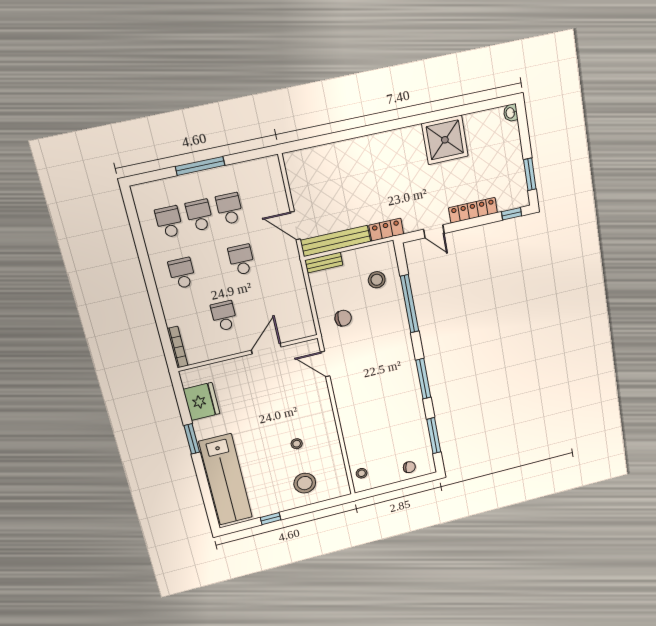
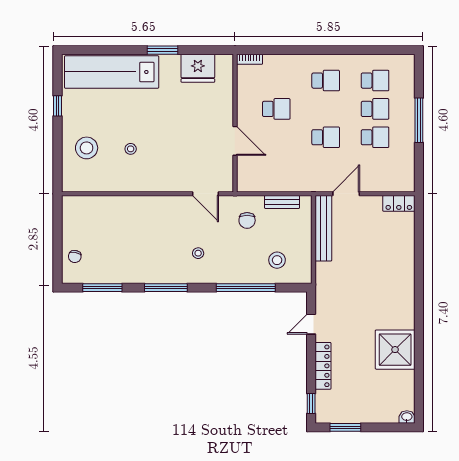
locker: (386, 230) -> (399, 203), moved, turned 90
bench: (324, 263) -> (282, 202), moved, turned 90
bookcase: (178, 347) -> (249, 59), width x0.64
door: (325, 364) -> (205, 194), swing flipped
stool: (362, 473) -> (198, 253), moved

